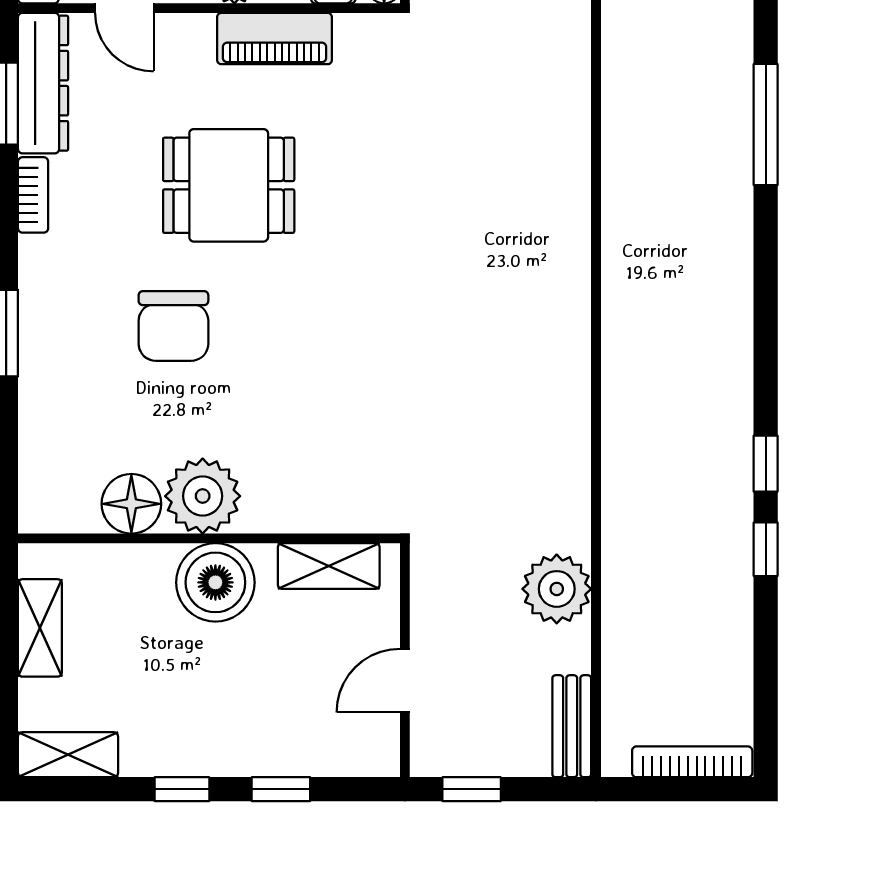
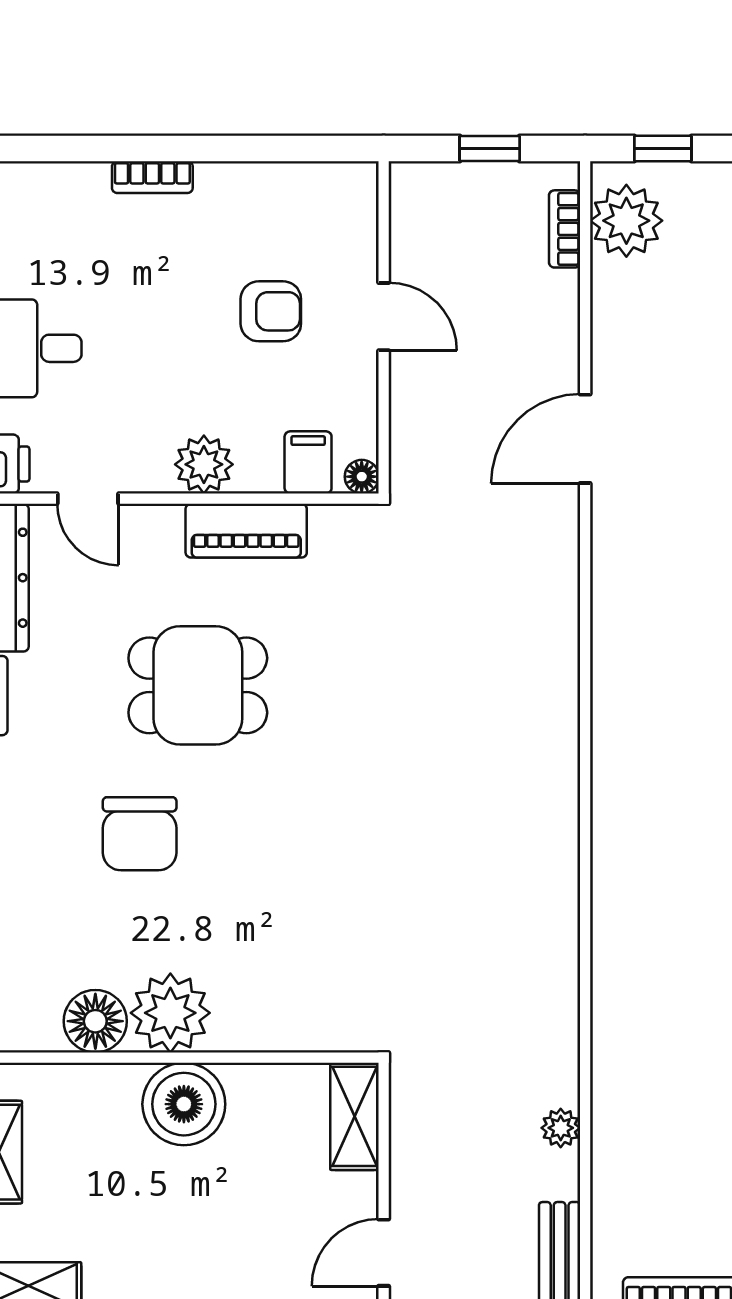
shelving: (329, 566) -> (354, 1116), moved, turned 90
plant: (557, 589) -> (561, 1128), width x0.53, depth x0.53
door: (405, 681) -> (384, 1253), moved

